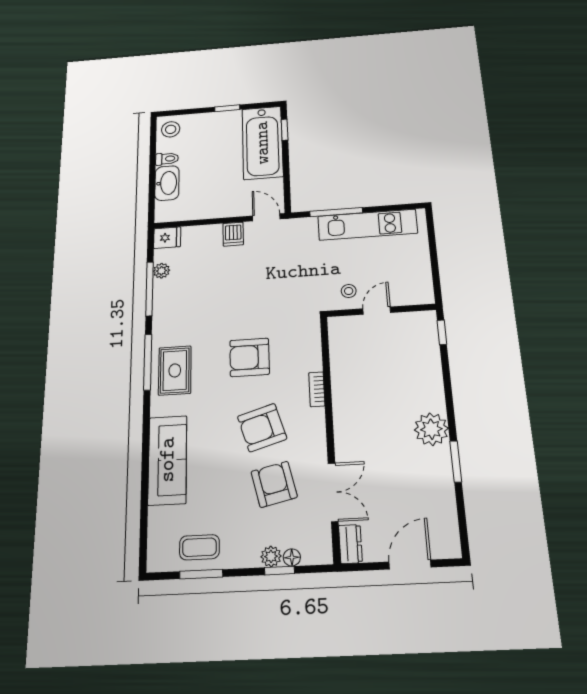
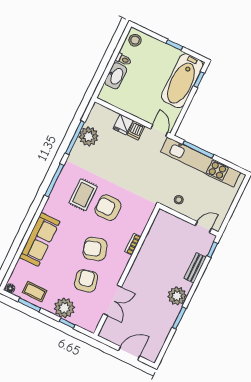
kitchen unit: (367, 225) -> (201, 162), width x1.36
fridge: (167, 238) -> (123, 124), moved, turned 90
plant: (161, 271) -> (89, 136), width x1.87, depth x1.87
door: (377, 311) -> (203, 227), moved
rug: (175, 370) -> (83, 195), moved
bench: (433, 372) -> (195, 268), added
dresser: (350, 544) -> (107, 329), removed
plant: (271, 556) -> (64, 308), width x1.87, depth x1.87
floor lamp: (292, 557) -> (10, 288), moved

